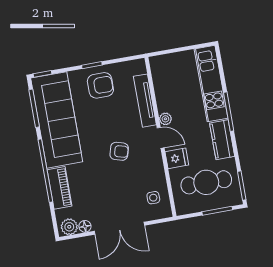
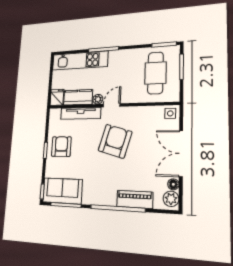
sofa: (57, 120) -> (62, 191), width x0.54, depth x0.79
kitchen counter: (222, 140) -> (78, 97), moved, turned 180
armchair: (119, 151) -> (115, 141), width x1.88, depth x1.88
fridge: (177, 158) -> (57, 97), moved
side table: (153, 198) -> (170, 113), moved
double door: (119, 228) -> (181, 153), swing flipped

